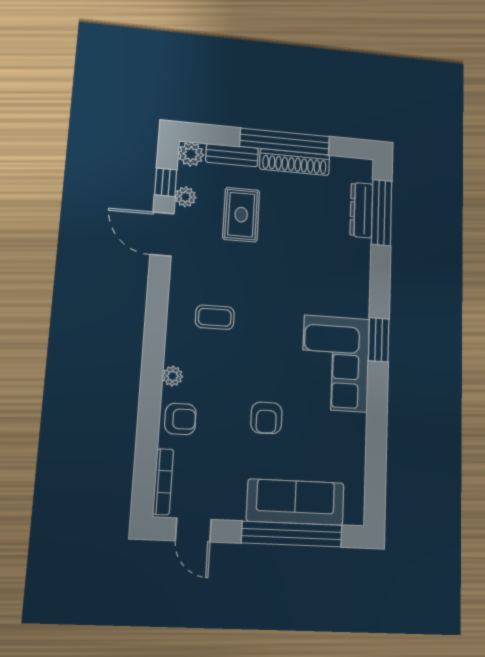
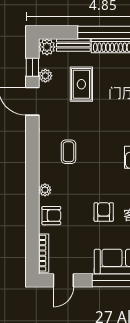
coffee table: (215, 317) -> (68, 152), turned 90
armchair: (266, 418) -> (104, 212), turned 180
door: (193, 530) -> (63, 280), hinge flipped

